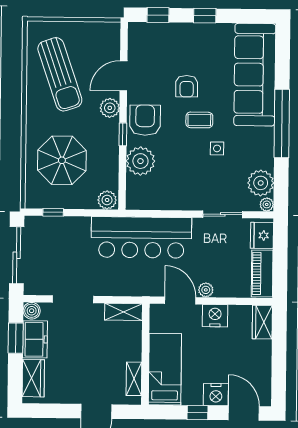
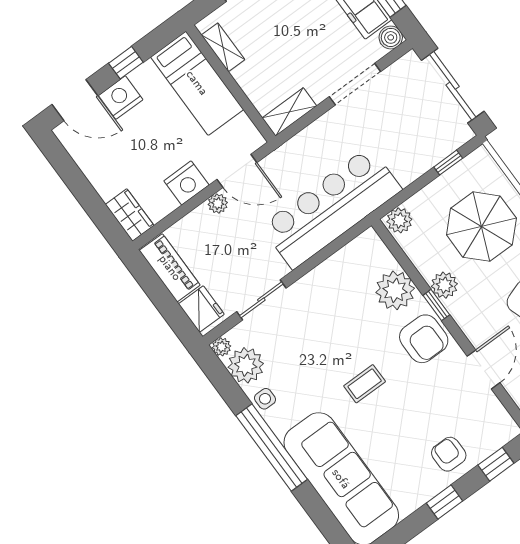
armchair: (187, 86) -> (449, 454), moved
plant: (110, 108) -> (444, 285), moved
side table: (217, 148) -> (265, 399), moved

